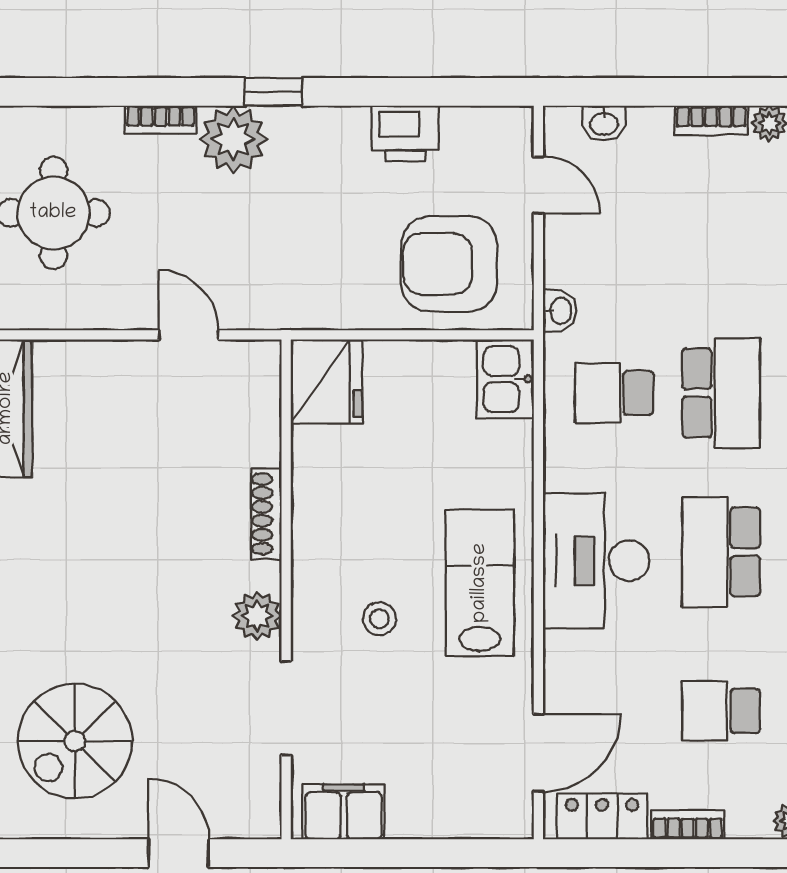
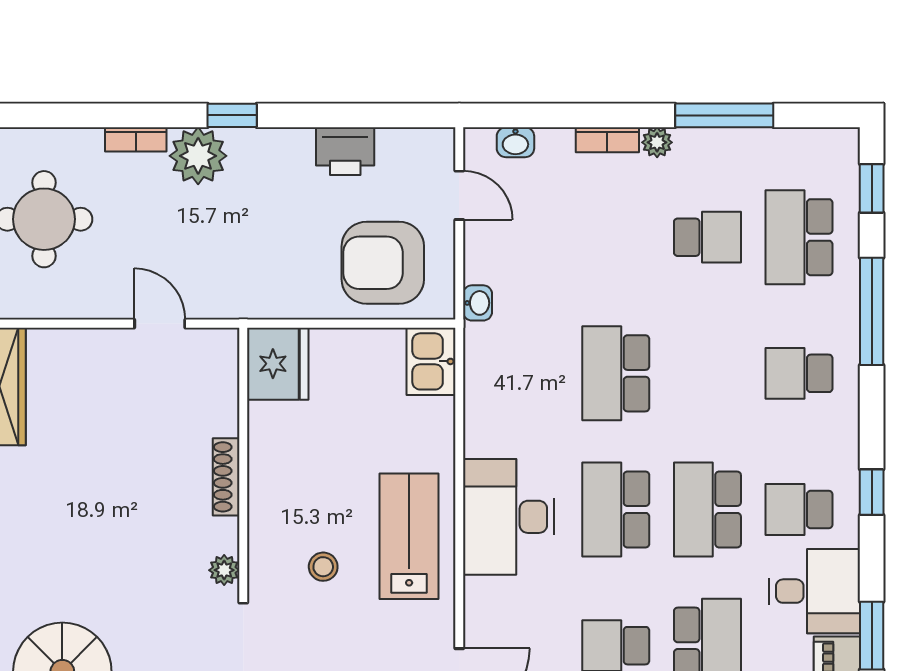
school desk: (614, 393) -> (524, 373), removed
school desk: (721, 393) -> (616, 373), turned 180
plant: (257, 616) -> (224, 570), width x0.73, depth x0.73

